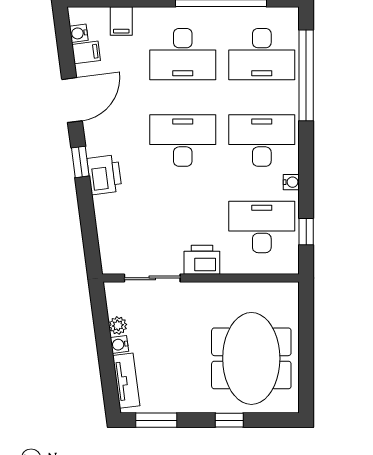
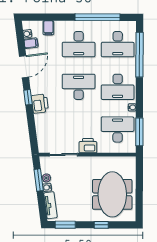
desk: (262, 141) -> (118, 87), turned 180
window: (306, 232) -> (139, 132), width x2.17
window: (102, 330) -> (39, 180), added

